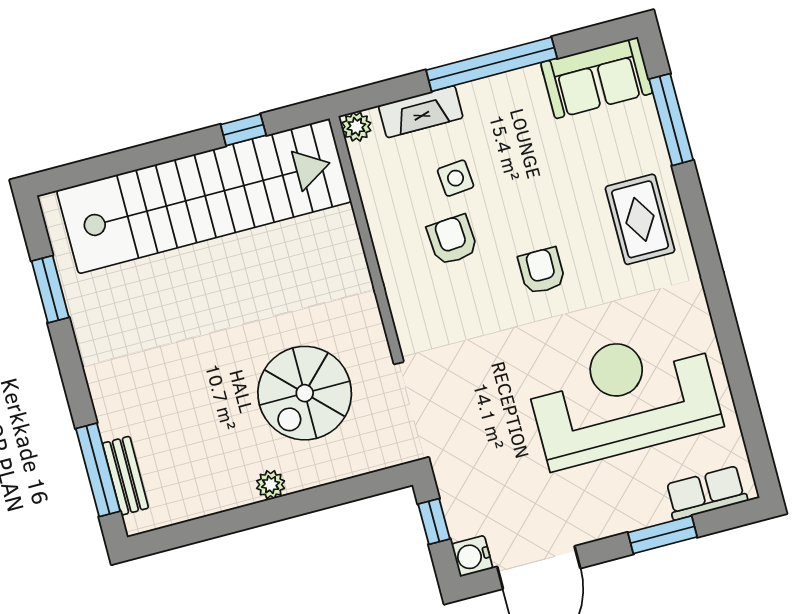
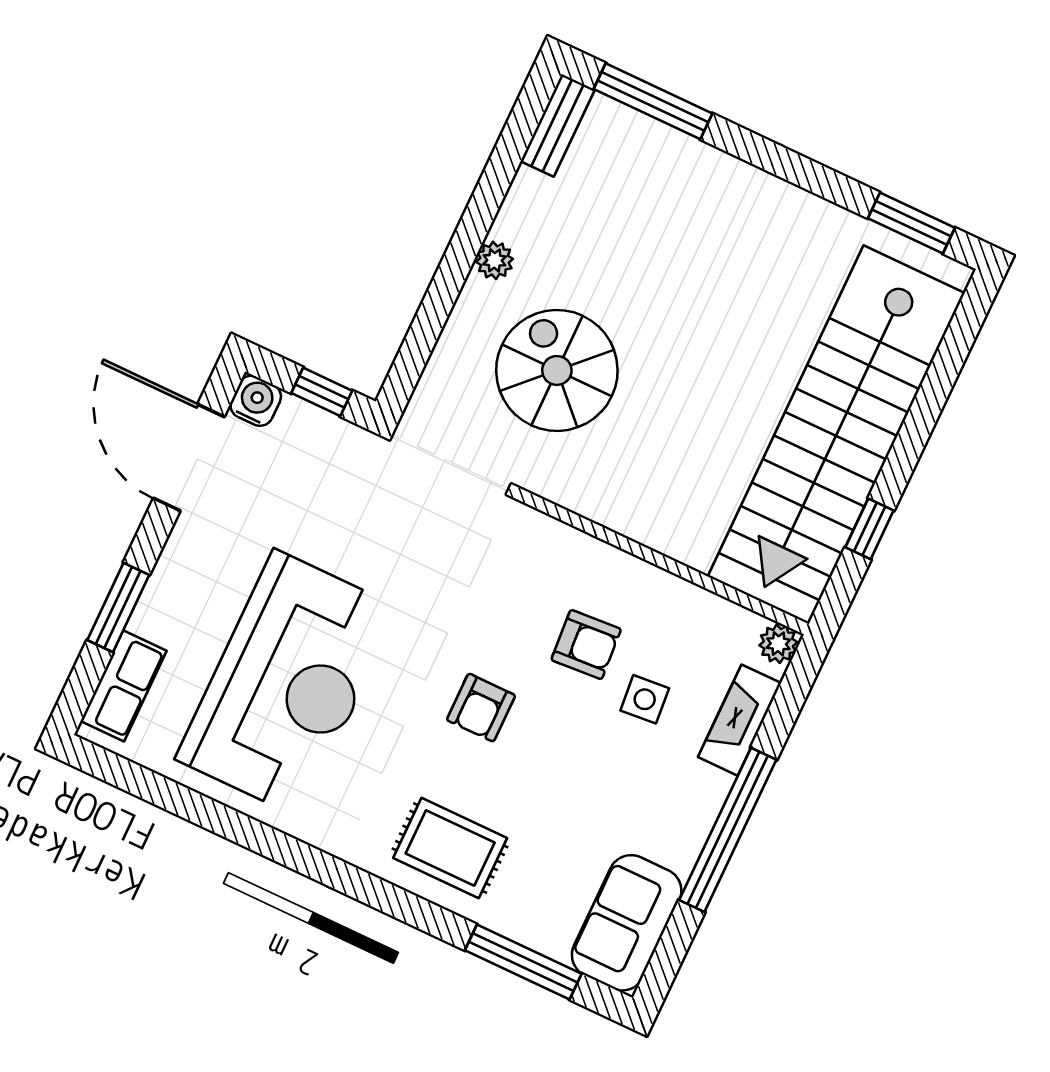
armchair: (542, 271) -> (481, 708), turned 90
window: (50, 289) -> (911, 223), moved
bench: (125, 476) -> (558, 125), moved, turned 90

